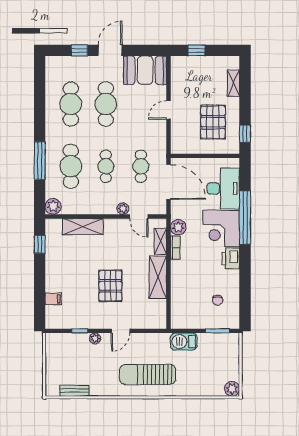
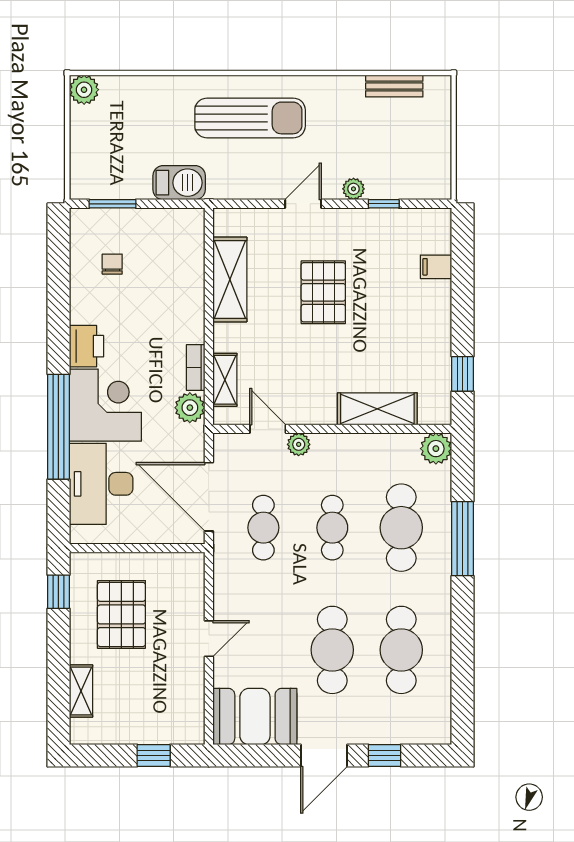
shelving: (158, 277) -> (230, 279), moved

